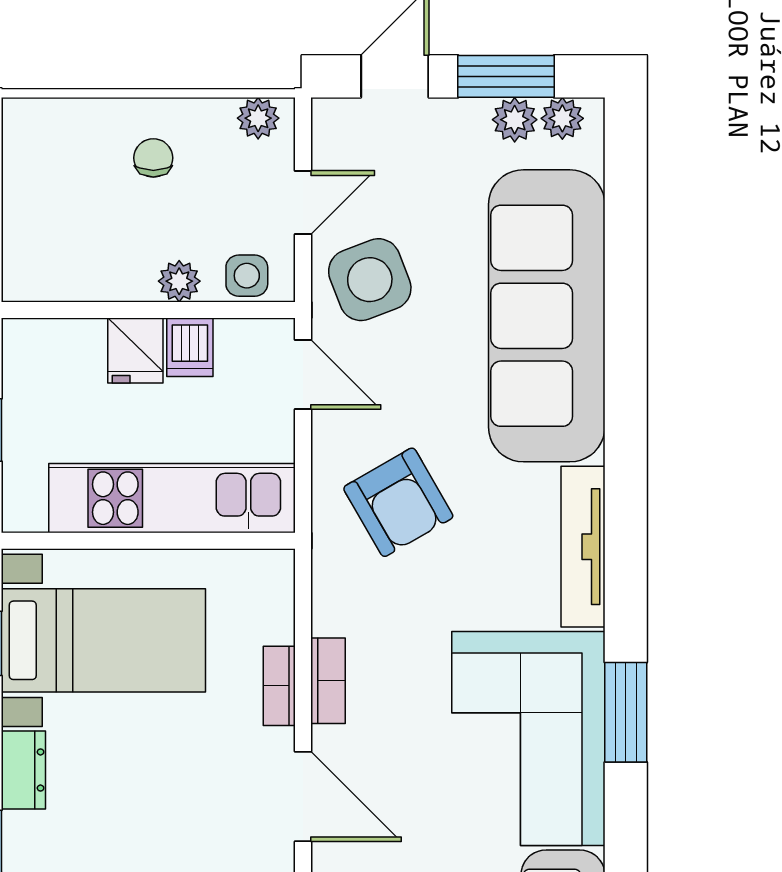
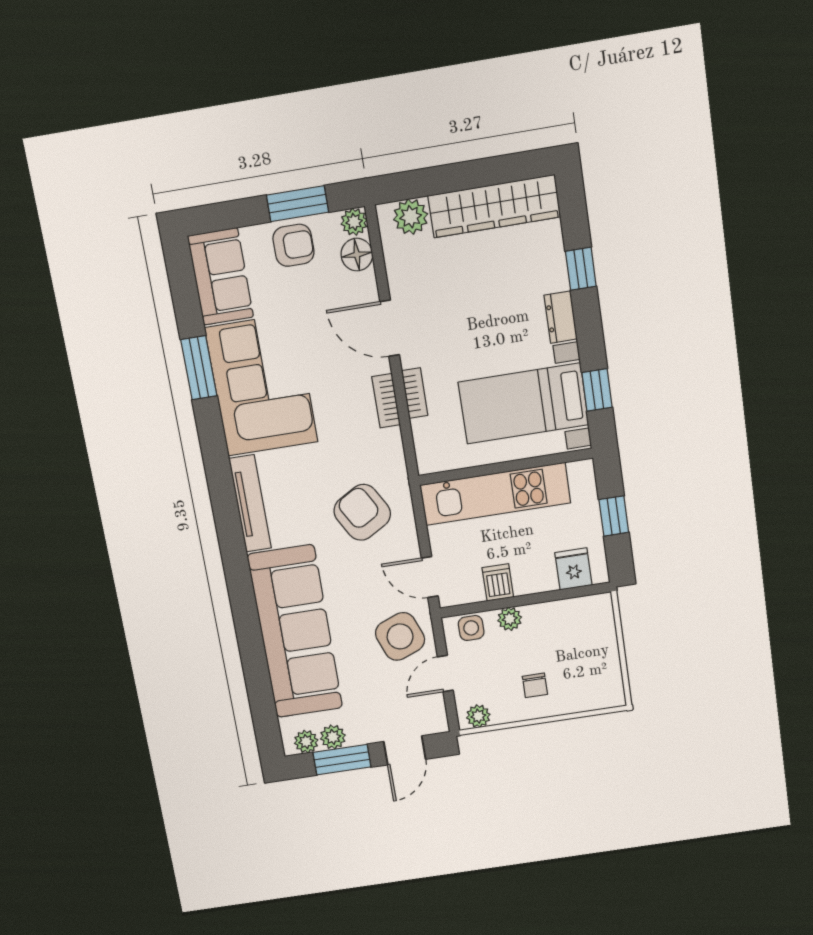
fridge: (135, 351) -> (573, 569), moved
window: (626, 712) -> (199, 368), moved

